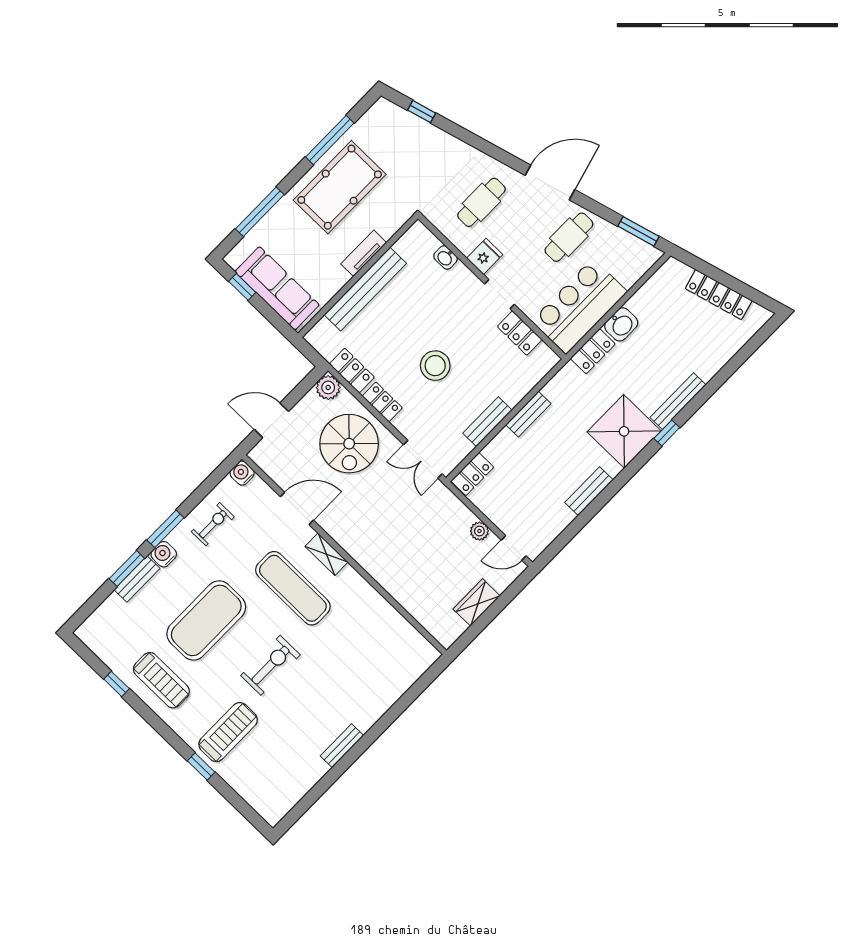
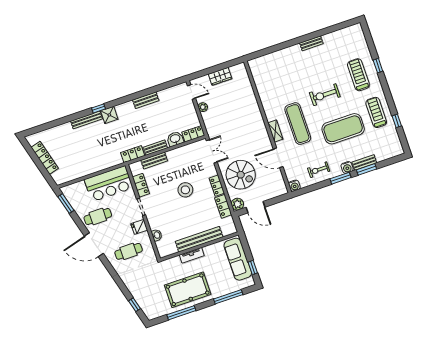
washbasin: (621, 324) -> (175, 139), moved
locker: (593, 351) -> (133, 154), moved
door: (271, 420) -> (255, 207), moved
bench: (487, 422) -> (154, 161), moved
shower: (624, 431) -> (109, 115), width x0.54, depth x0.54
spiral stairs: (349, 444) -> (241, 175), turned 90
treadmill: (228, 732) -> (358, 75), turned 90

